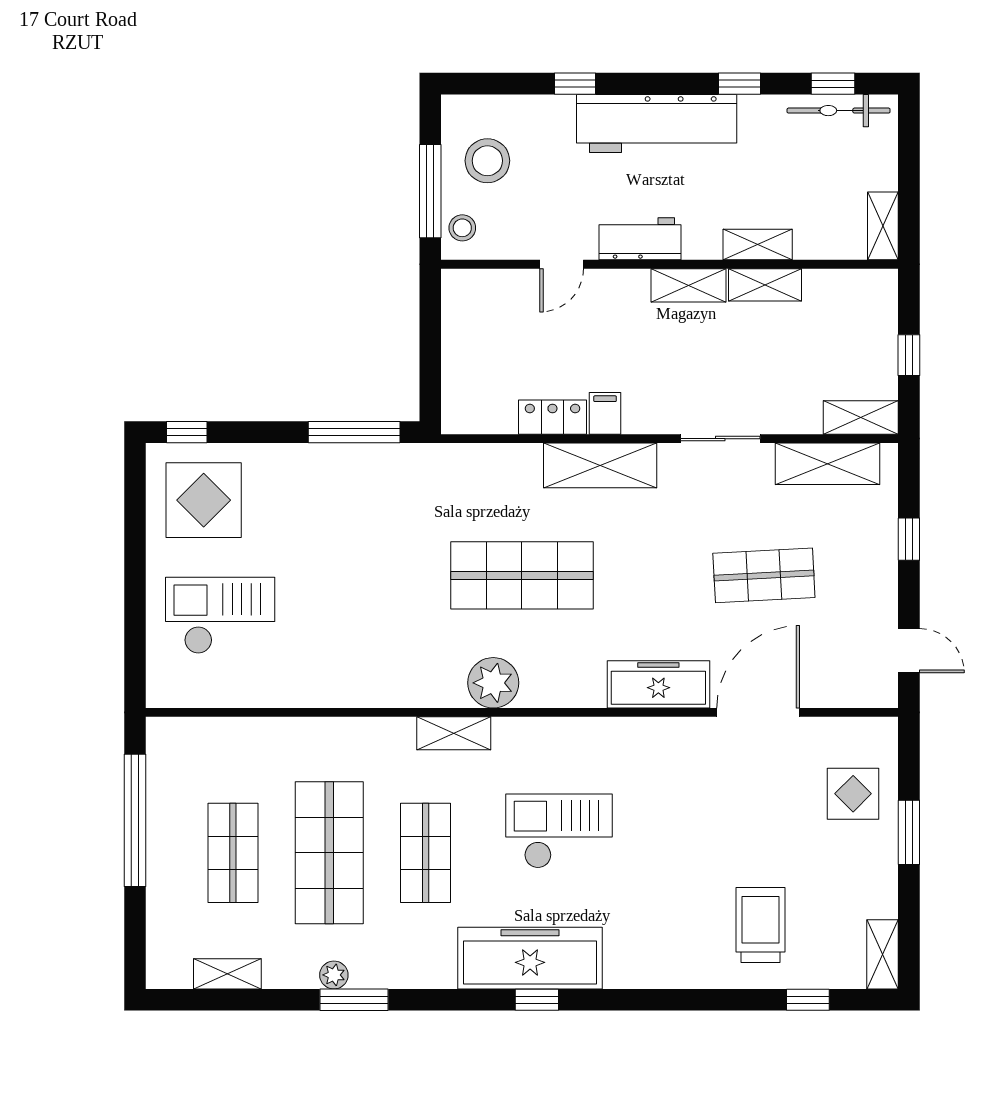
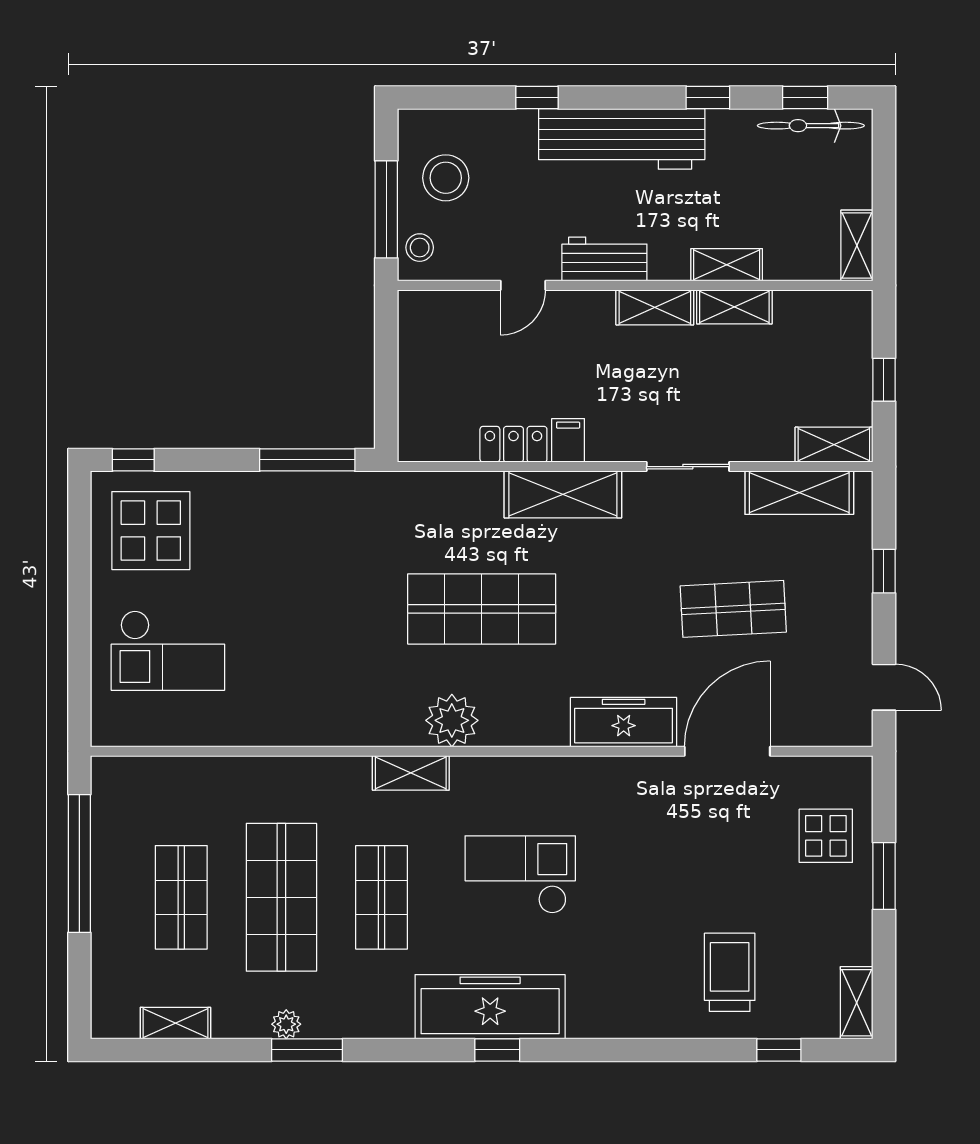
checkout: (220, 615) -> (168, 651), turned 180

